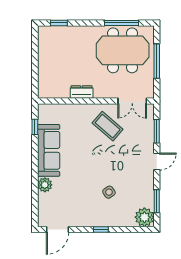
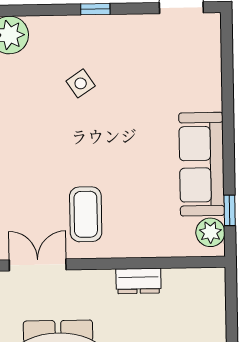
coffee table: (108, 126) -> (86, 214), turned 49
plant: (45, 185) -> (210, 232), moved

